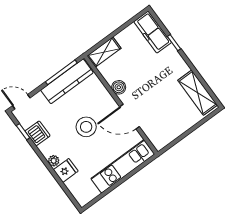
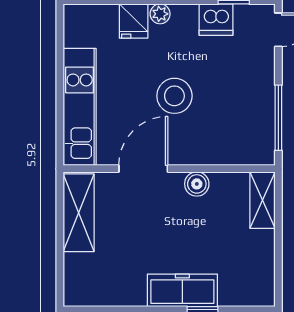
freezer: (153, 32) -> (182, 290), moved
kitchen counter: (67, 81) -> (260, 116), removed
shelving: (198, 93) -> (79, 213), moved, turned 90

